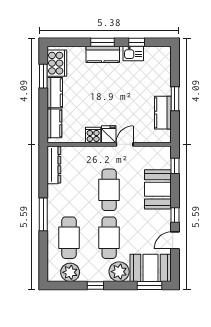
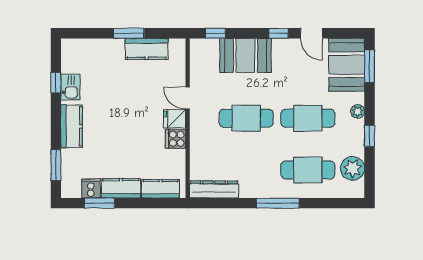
window: (103, 42) -> (56, 165), moved
cooker: (57, 63) -> (91, 189), width x0.53, depth x0.76
plant: (119, 272) -> (358, 111), width x0.53, depth x0.53

